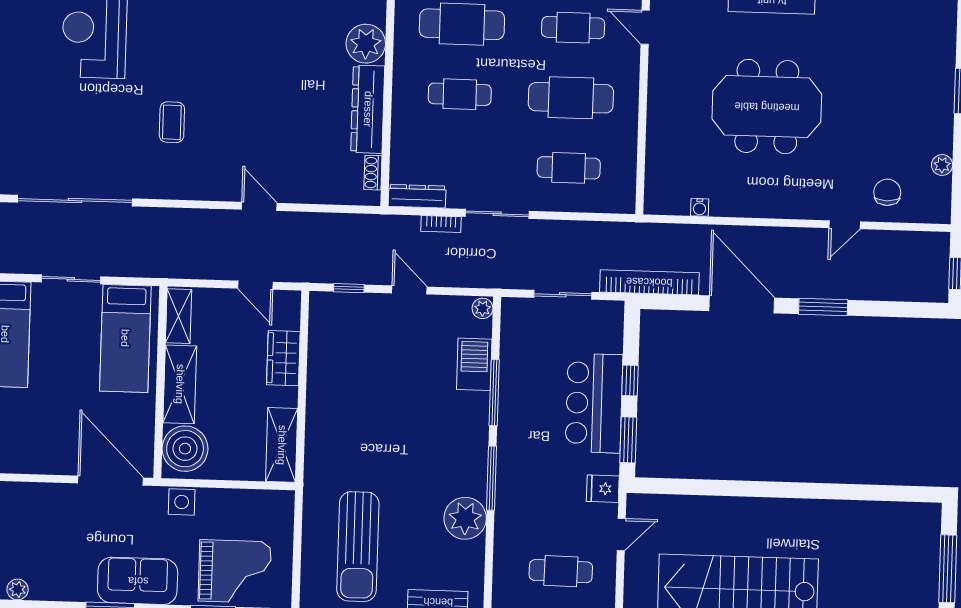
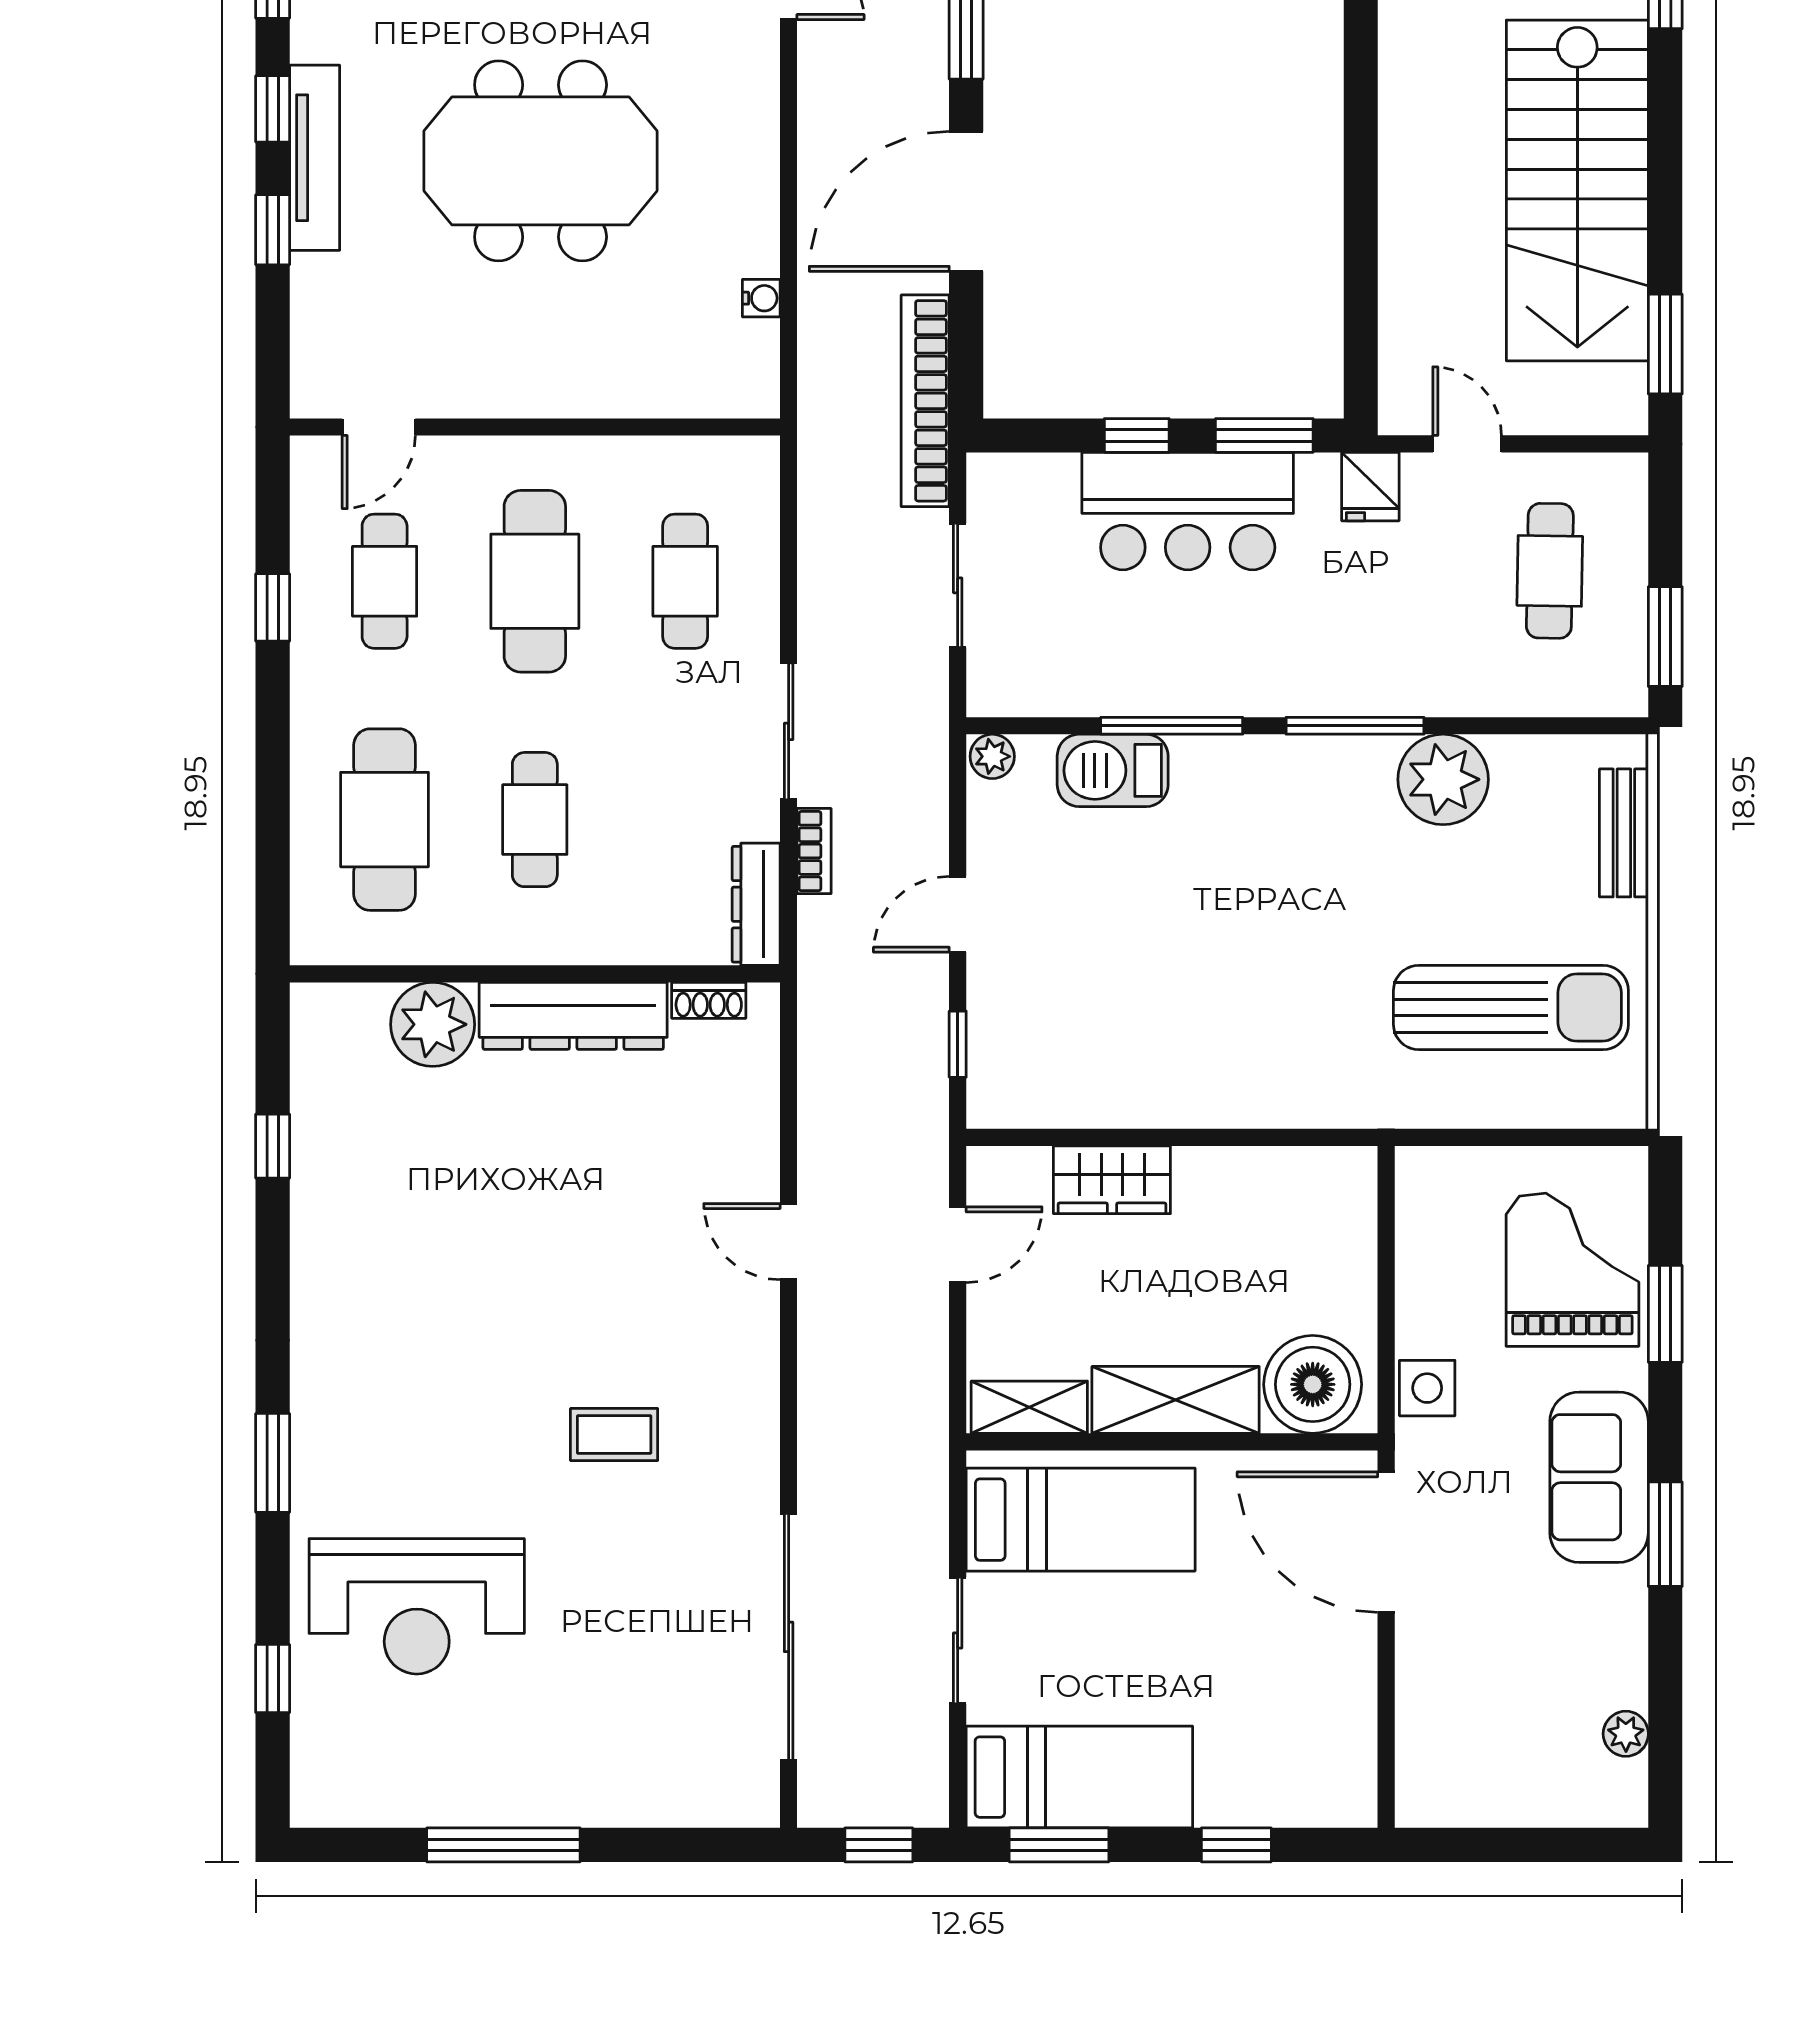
meeting table: (767, 107) -> (541, 161), turned 90
door: (259, 206) -> (789, 1242), hinge flipped
shelving: (282, 445) -> (1298, 1178), removed
door: (110, 481) -> (1386, 1542), hinge flipped

